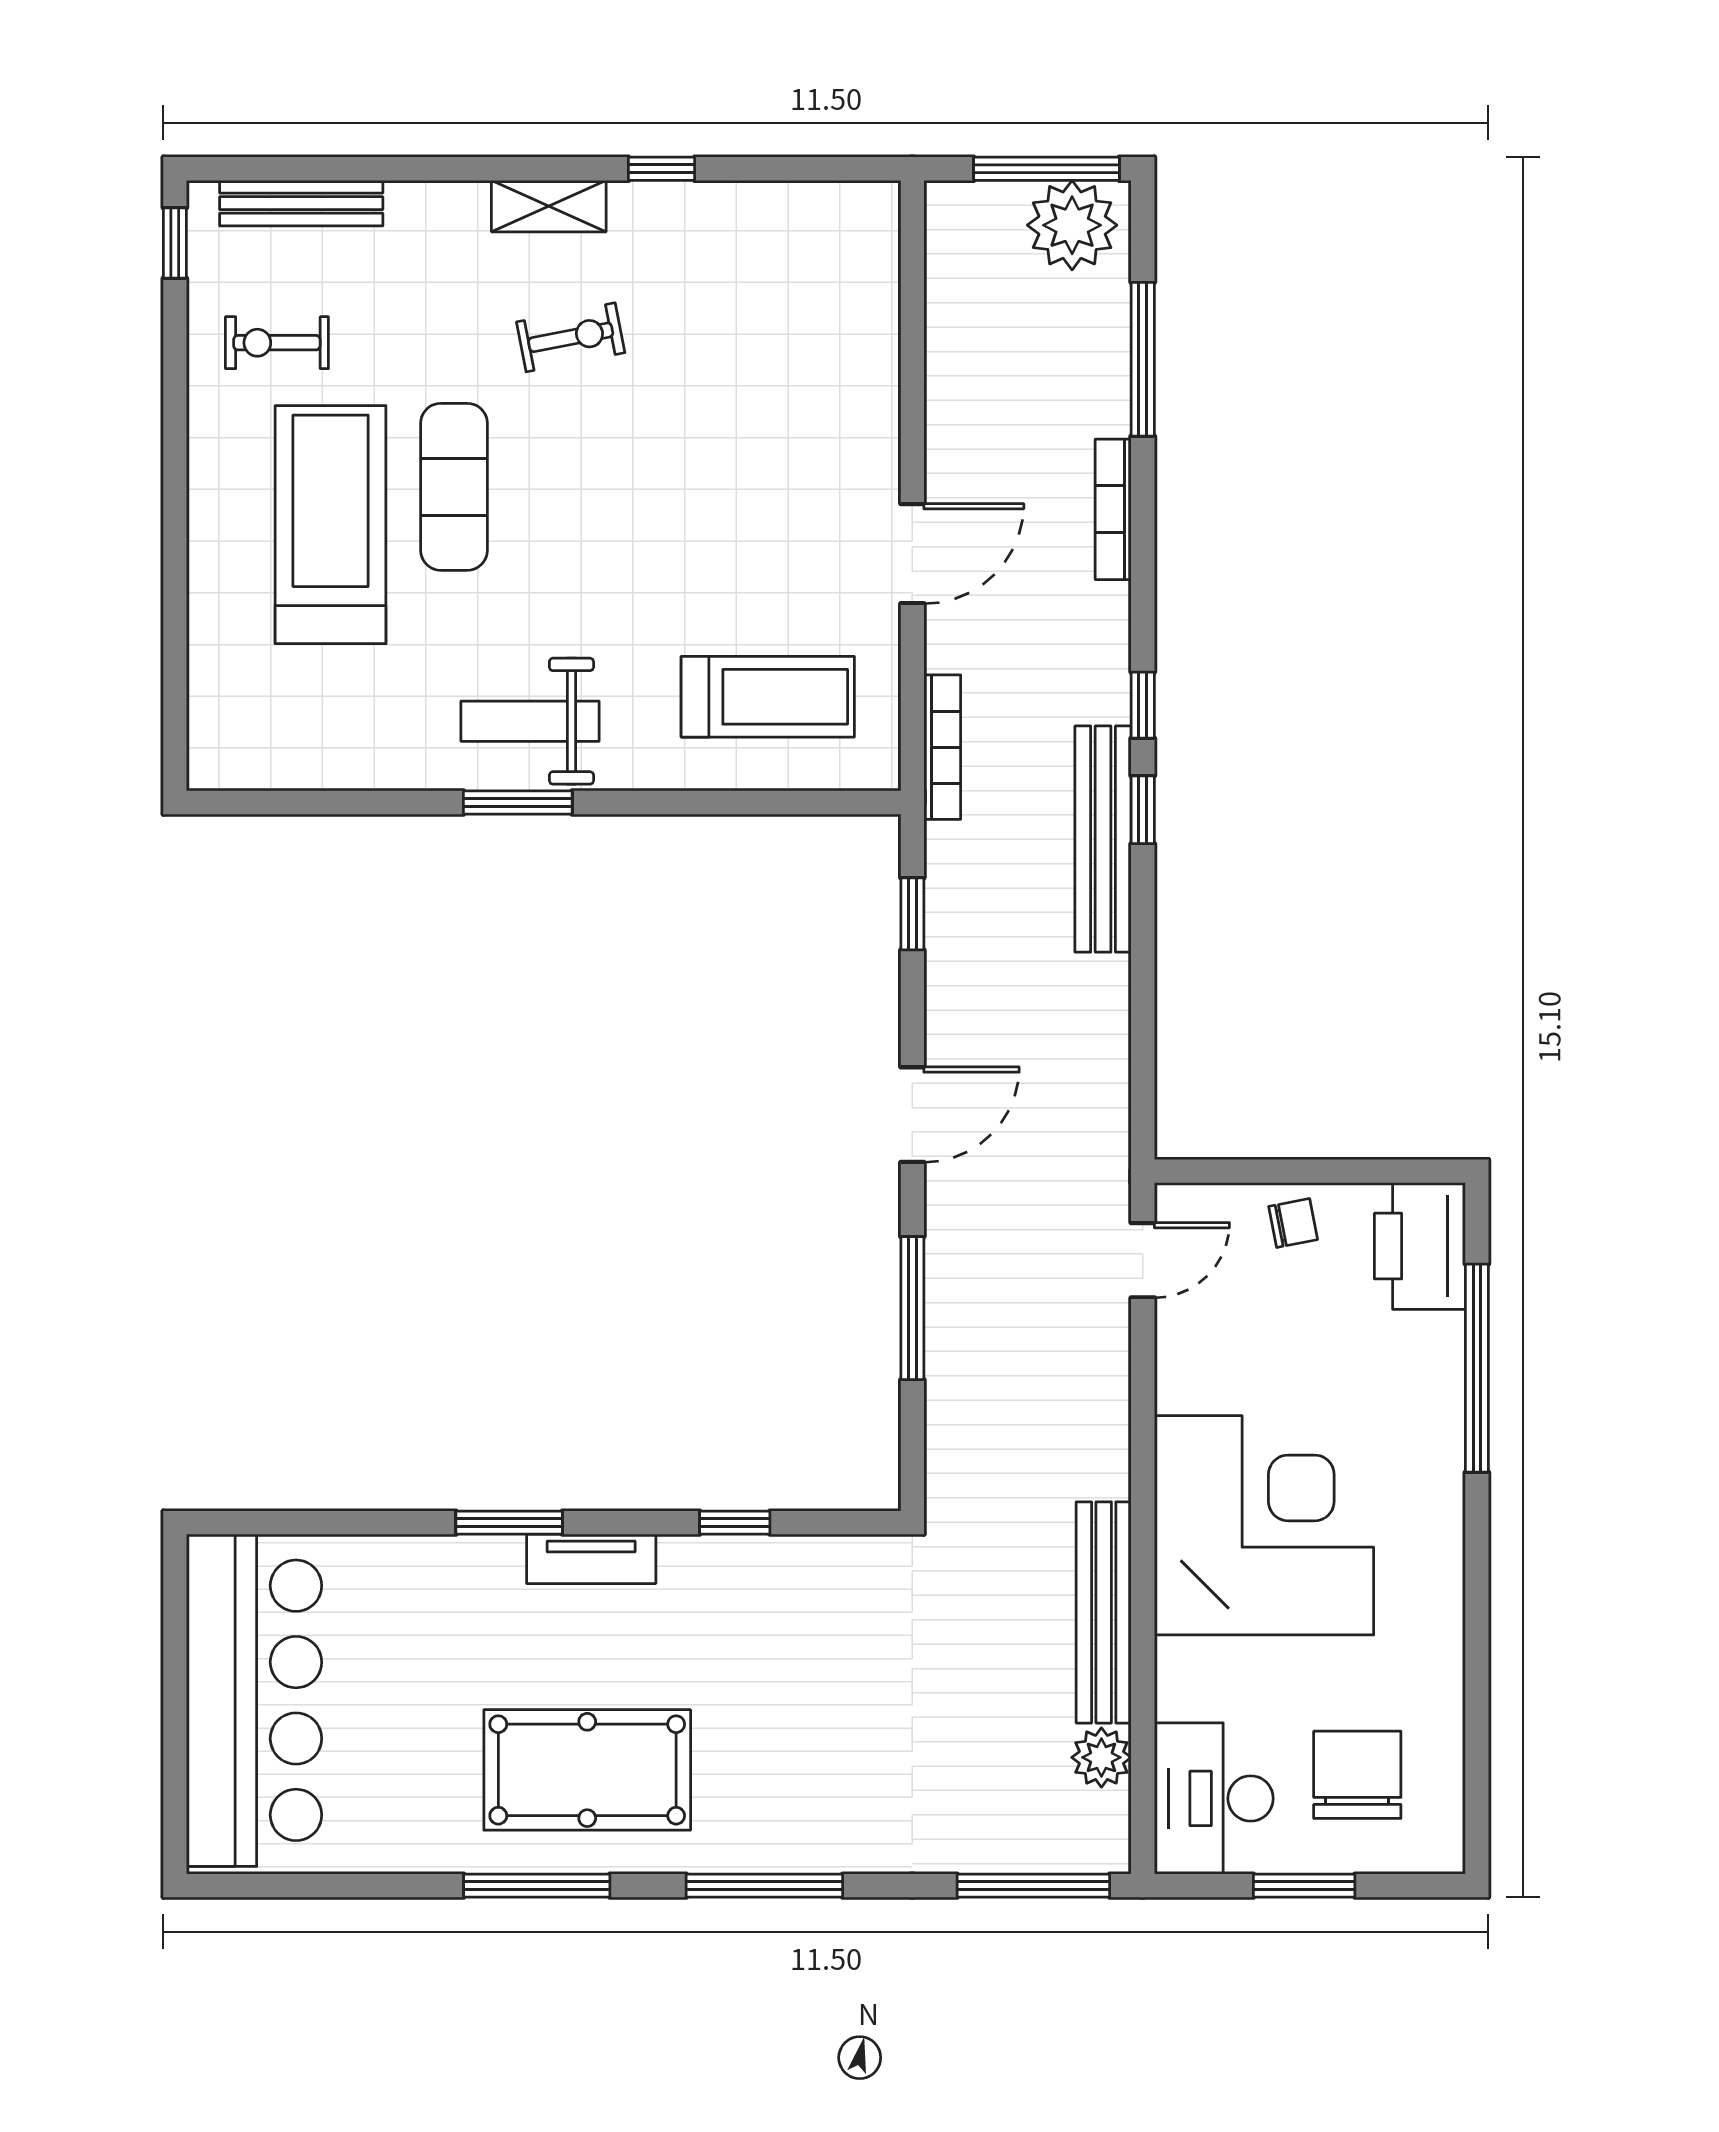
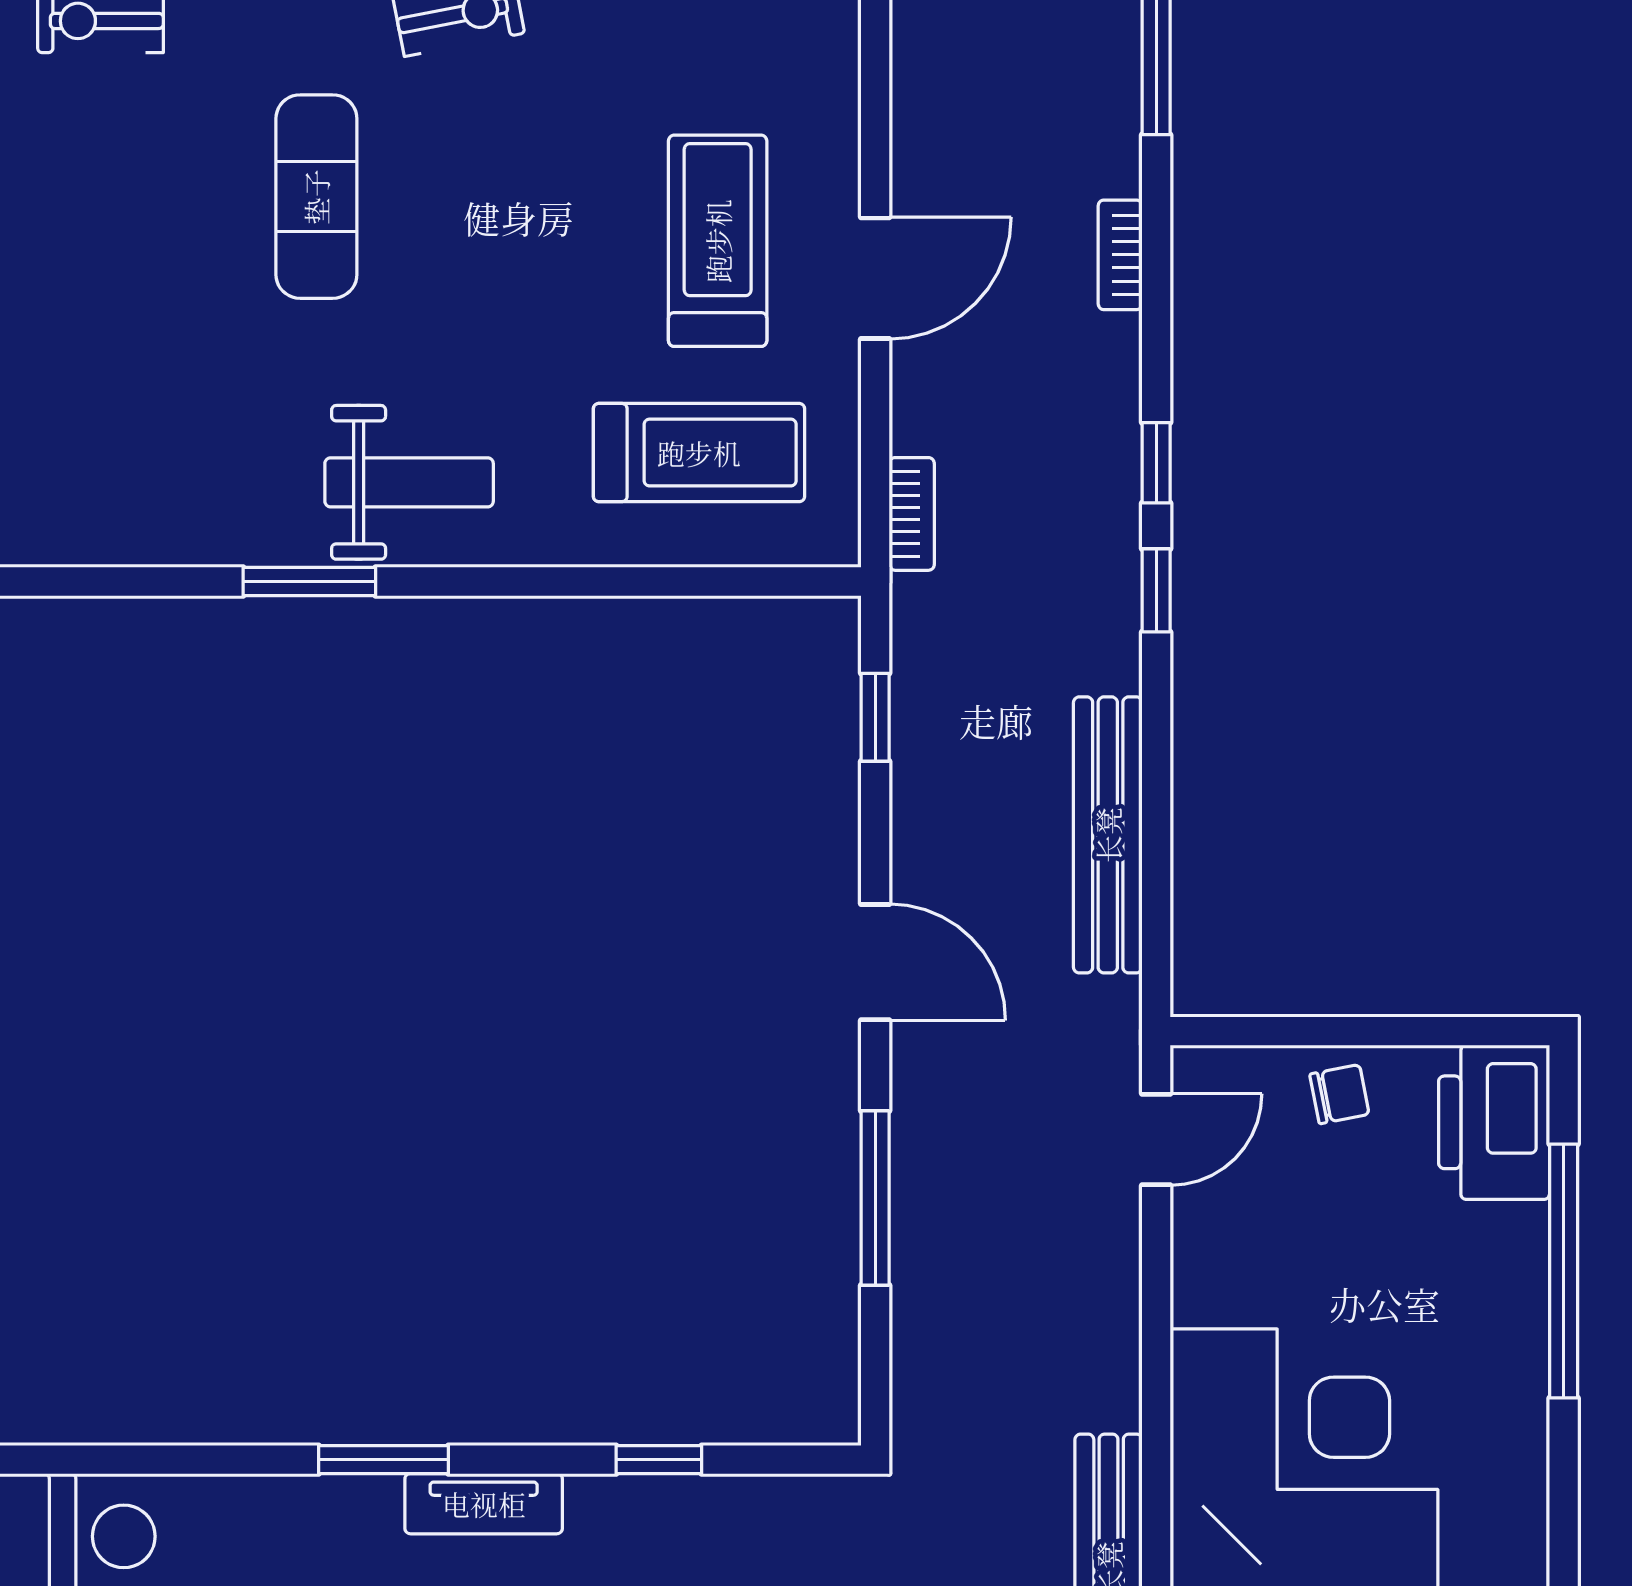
bookcase: (1113, 509) -> (1120, 255), width x0.64
treadmill: (331, 525) -> (718, 241), moved, width x0.73, depth x0.73
weight bench: (530, 721) -> (409, 482), turned 180
bookcase: (942, 747) -> (912, 514), width x0.64
window: (518, 802) -> (309, 582), moved
bench: (1103, 839) -> (1108, 835), moved
door: (912, 1115) -> (875, 962), hinge flipped

